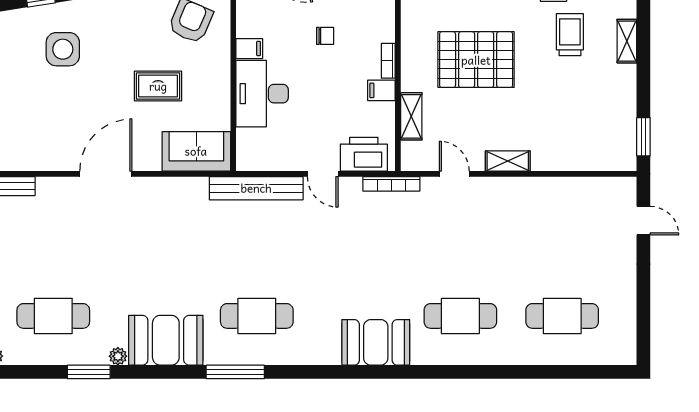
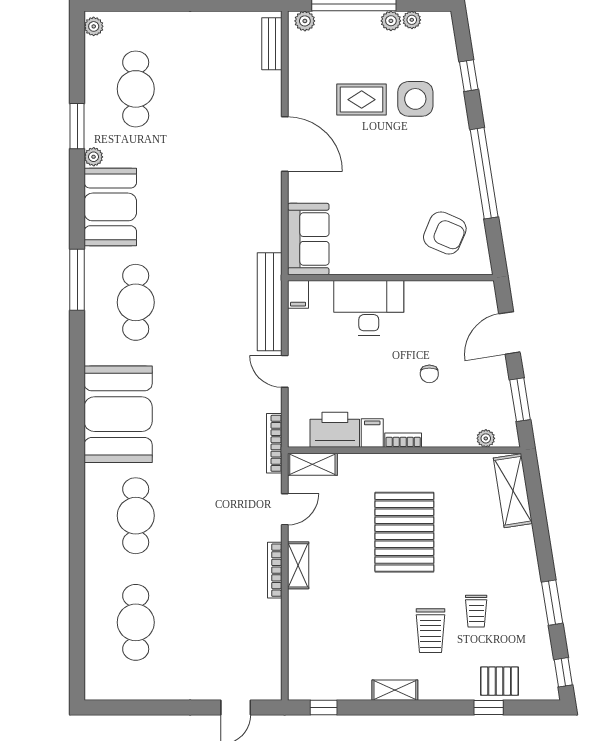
trolley: (570, 35) -> (431, 631), turned 90
shelving: (627, 41) -> (395, 690), moved
filing cabinet: (249, 49) -> (298, 294), moved
rug: (158, 86) -> (362, 100), moved, turned 90
shelving: (411, 116) -> (312, 464), moved
window: (643, 137) -> (324, 708), width x0.67
printer: (364, 154) -> (335, 430), moved, turned -90
door: (323, 174) -> (285, 371), hinge flipped
bookcase: (512, 183) -> (275, 570), added
booth: (376, 342) -> (118, 414), width x1.36, depth x1.42

